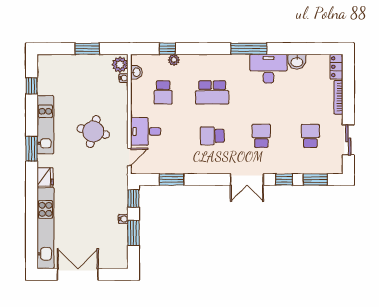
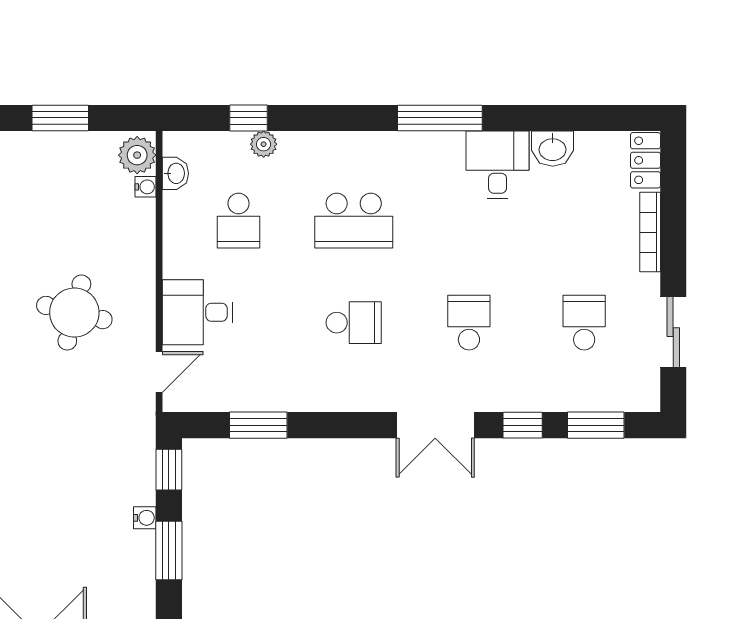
desk: (268, 69) -> (498, 165), width x0.73
school desk: (212, 136) -> (354, 323), turned 180

